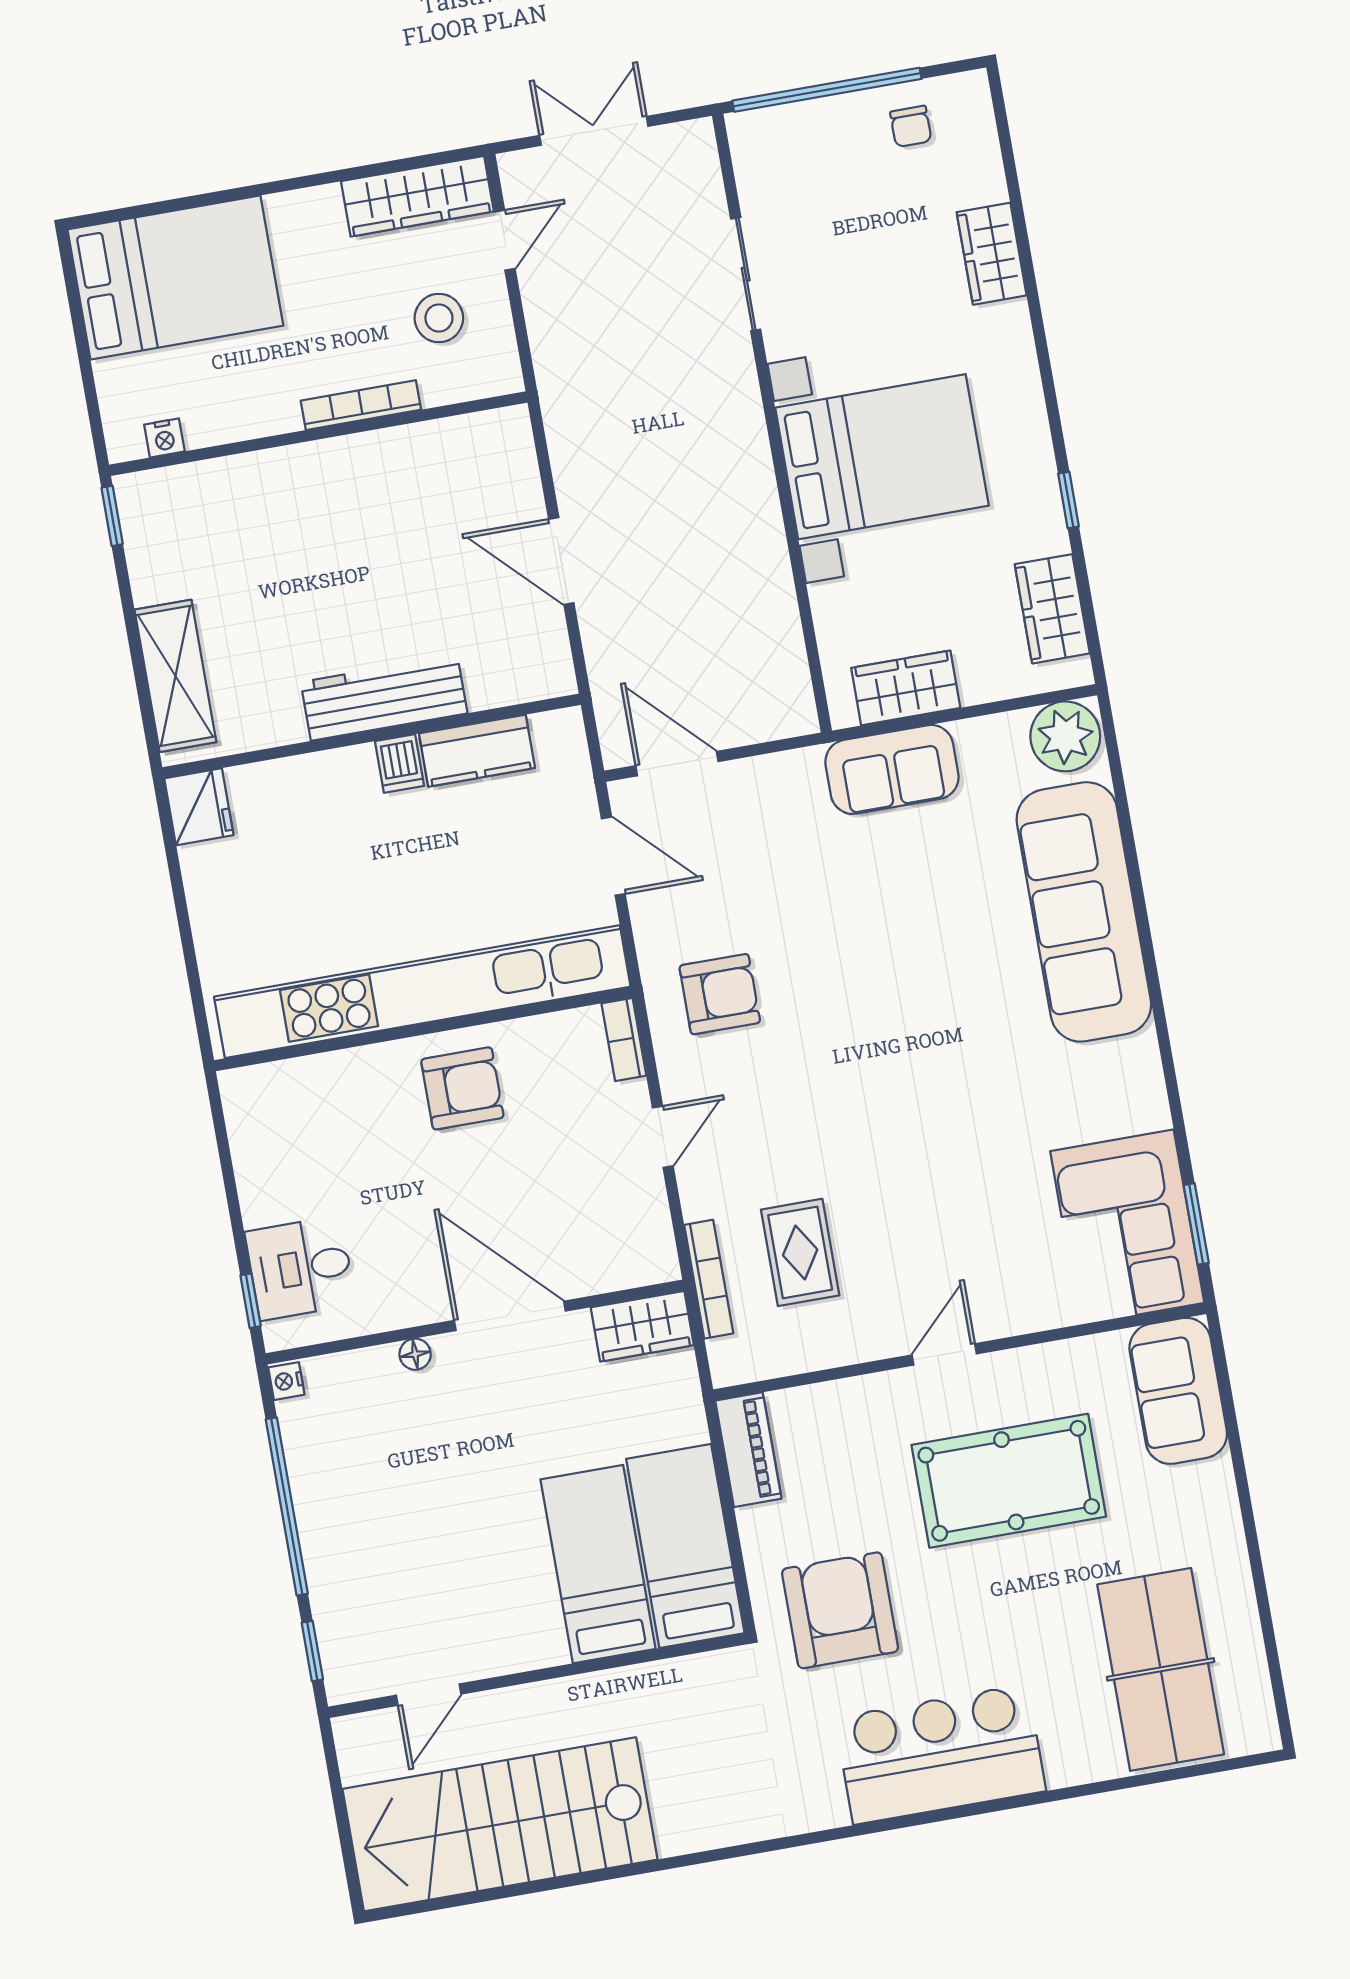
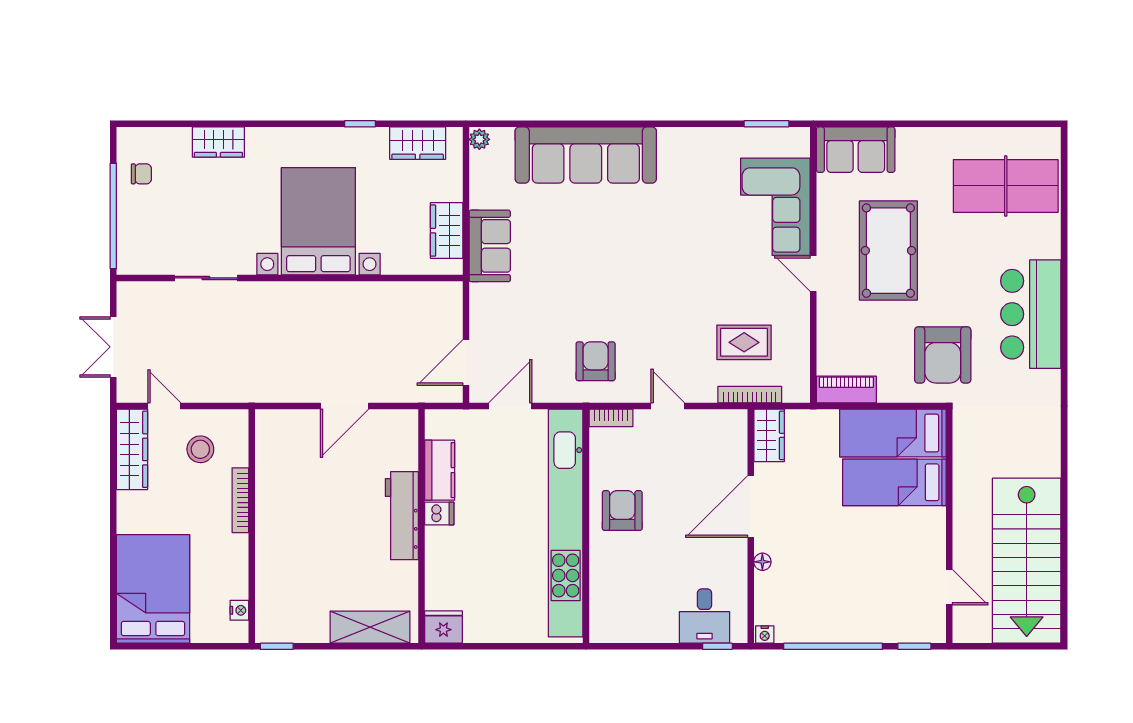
plant: (1065, 736) -> (479, 139), width x0.53, depth x0.53
corner sofa: (1127, 1227) -> (775, 207), moved, turned 90
armchair: (840, 1610) -> (943, 355), turned -90

